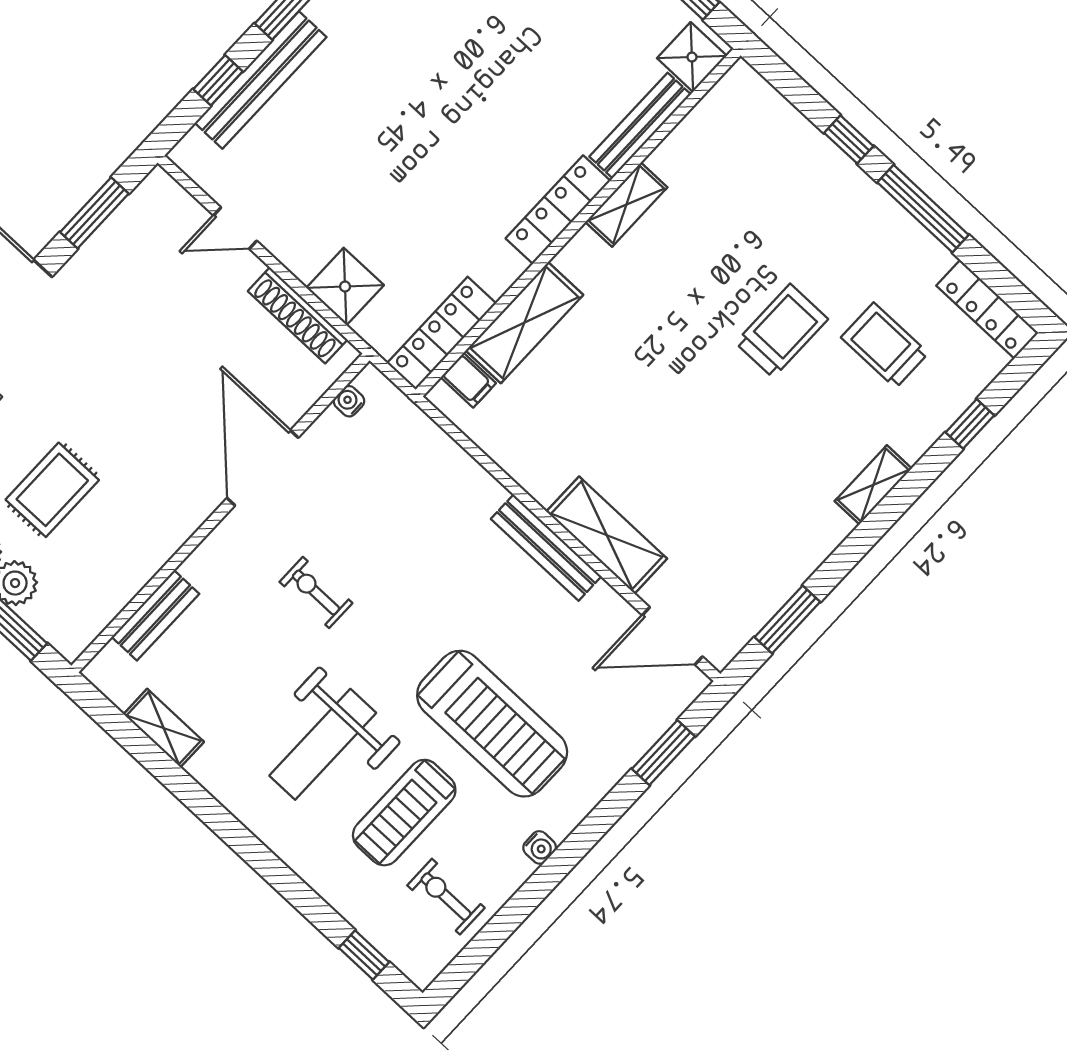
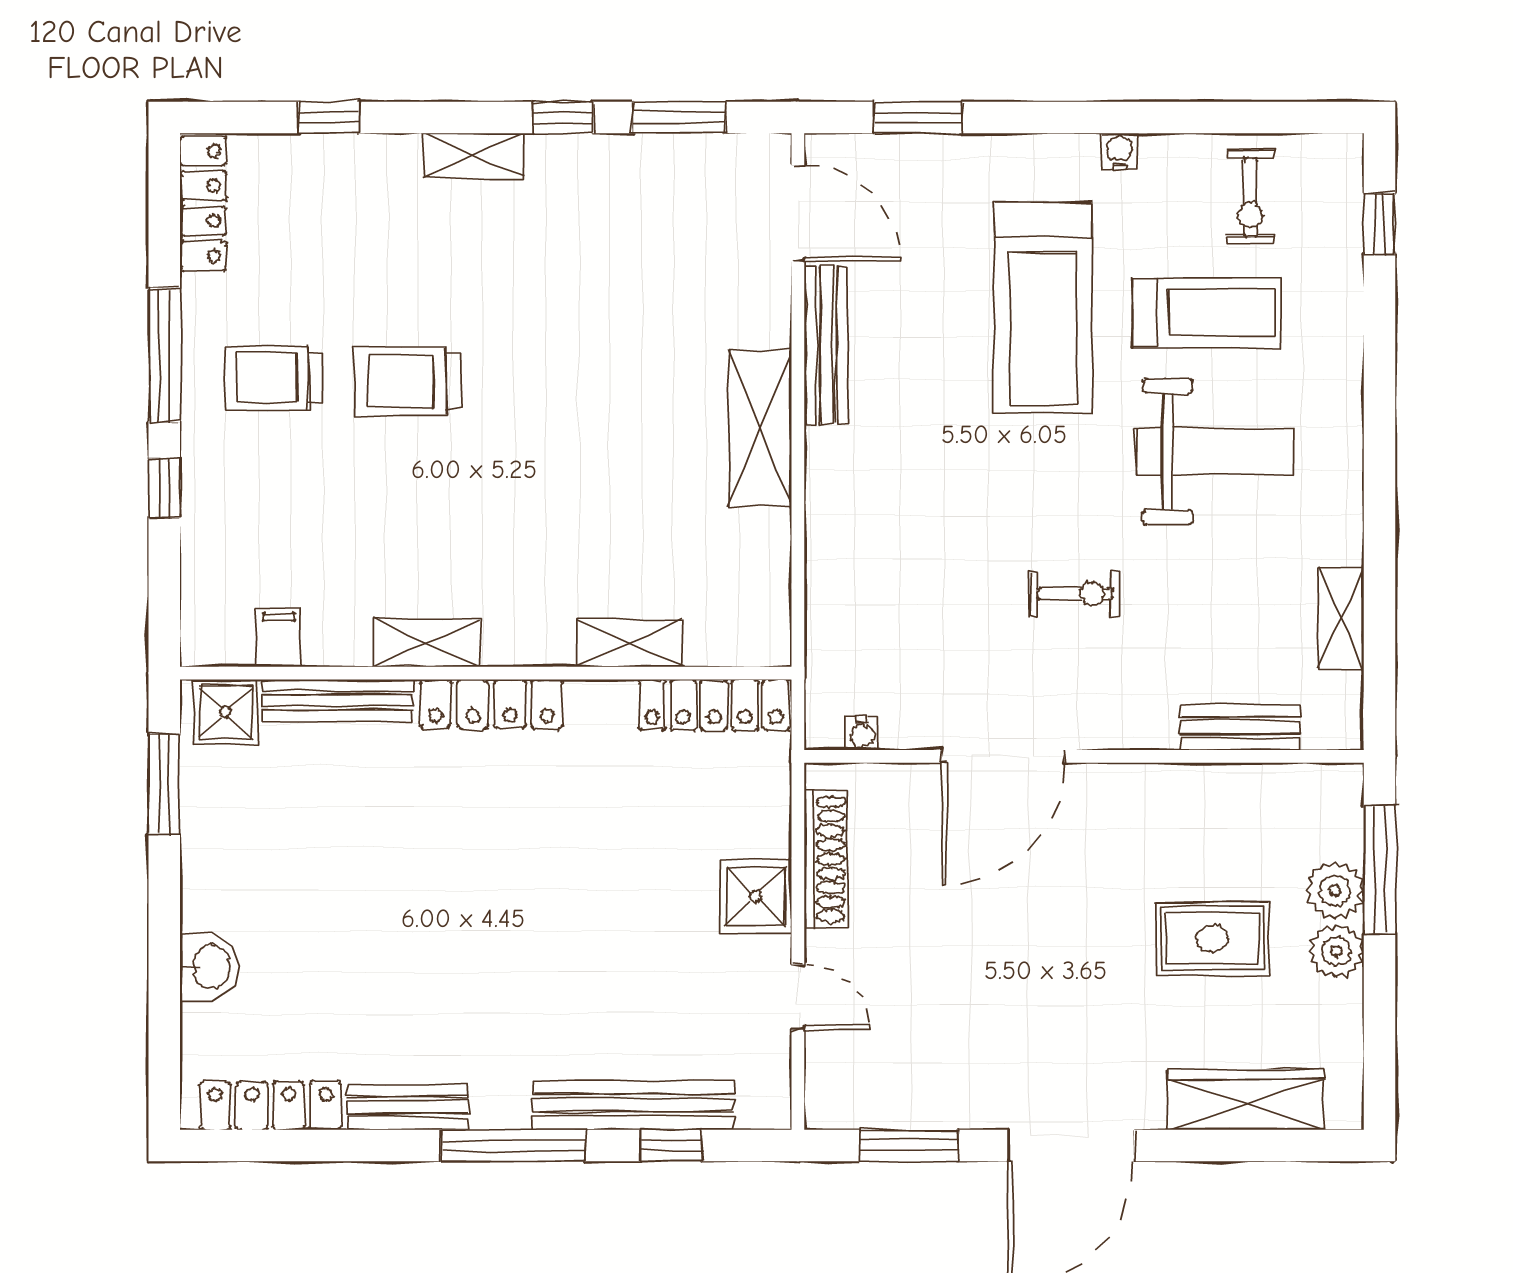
shower: (345, 286) -> (756, 897), moved
shelving: (524, 323) -> (630, 643), width x0.67, depth x0.75
trolley: (885, 345) -> (273, 378), moved, turned 90
filing cabinet: (468, 380) -> (279, 638), moved
shelving: (607, 535) -> (760, 428), moved
bench: (546, 548) -> (826, 345), moved
window: (848, 554) -> (563, 118), added
exercise bike: (316, 592) -> (1075, 594), turned -90
treadmill: (492, 724) -> (1043, 308), turned 180

